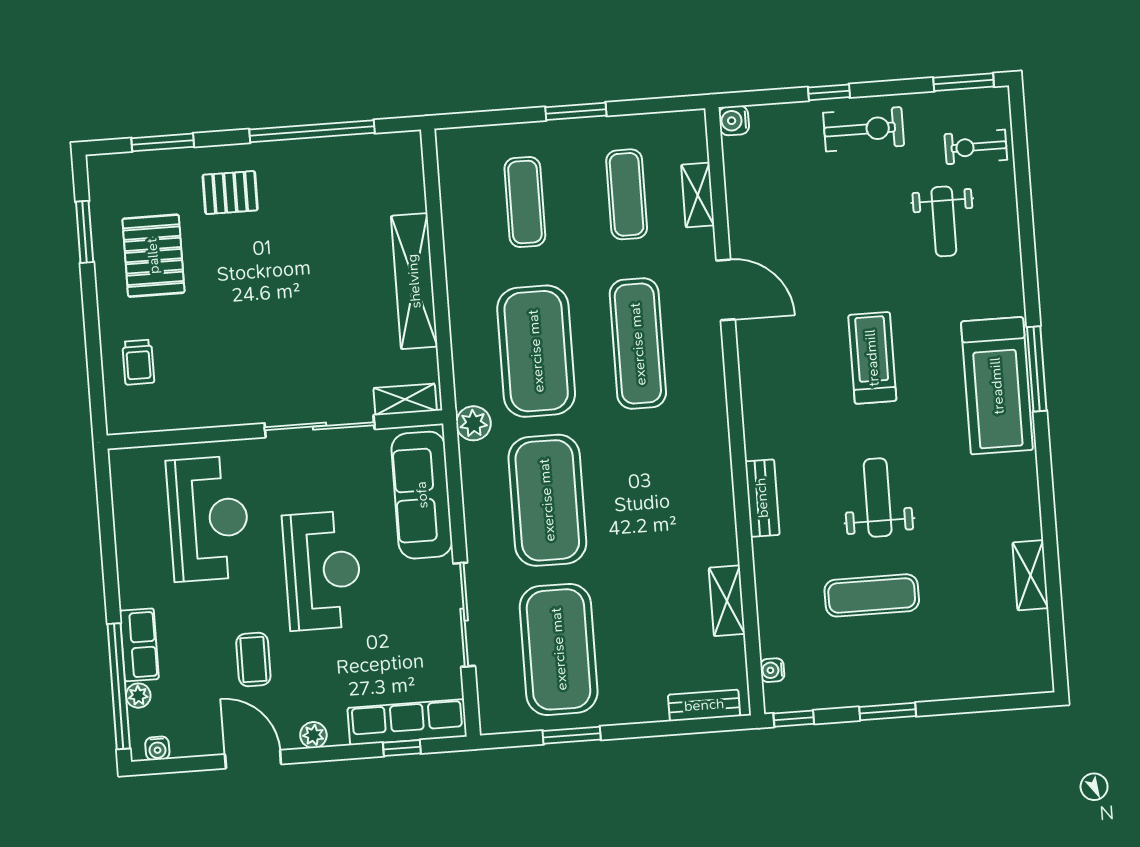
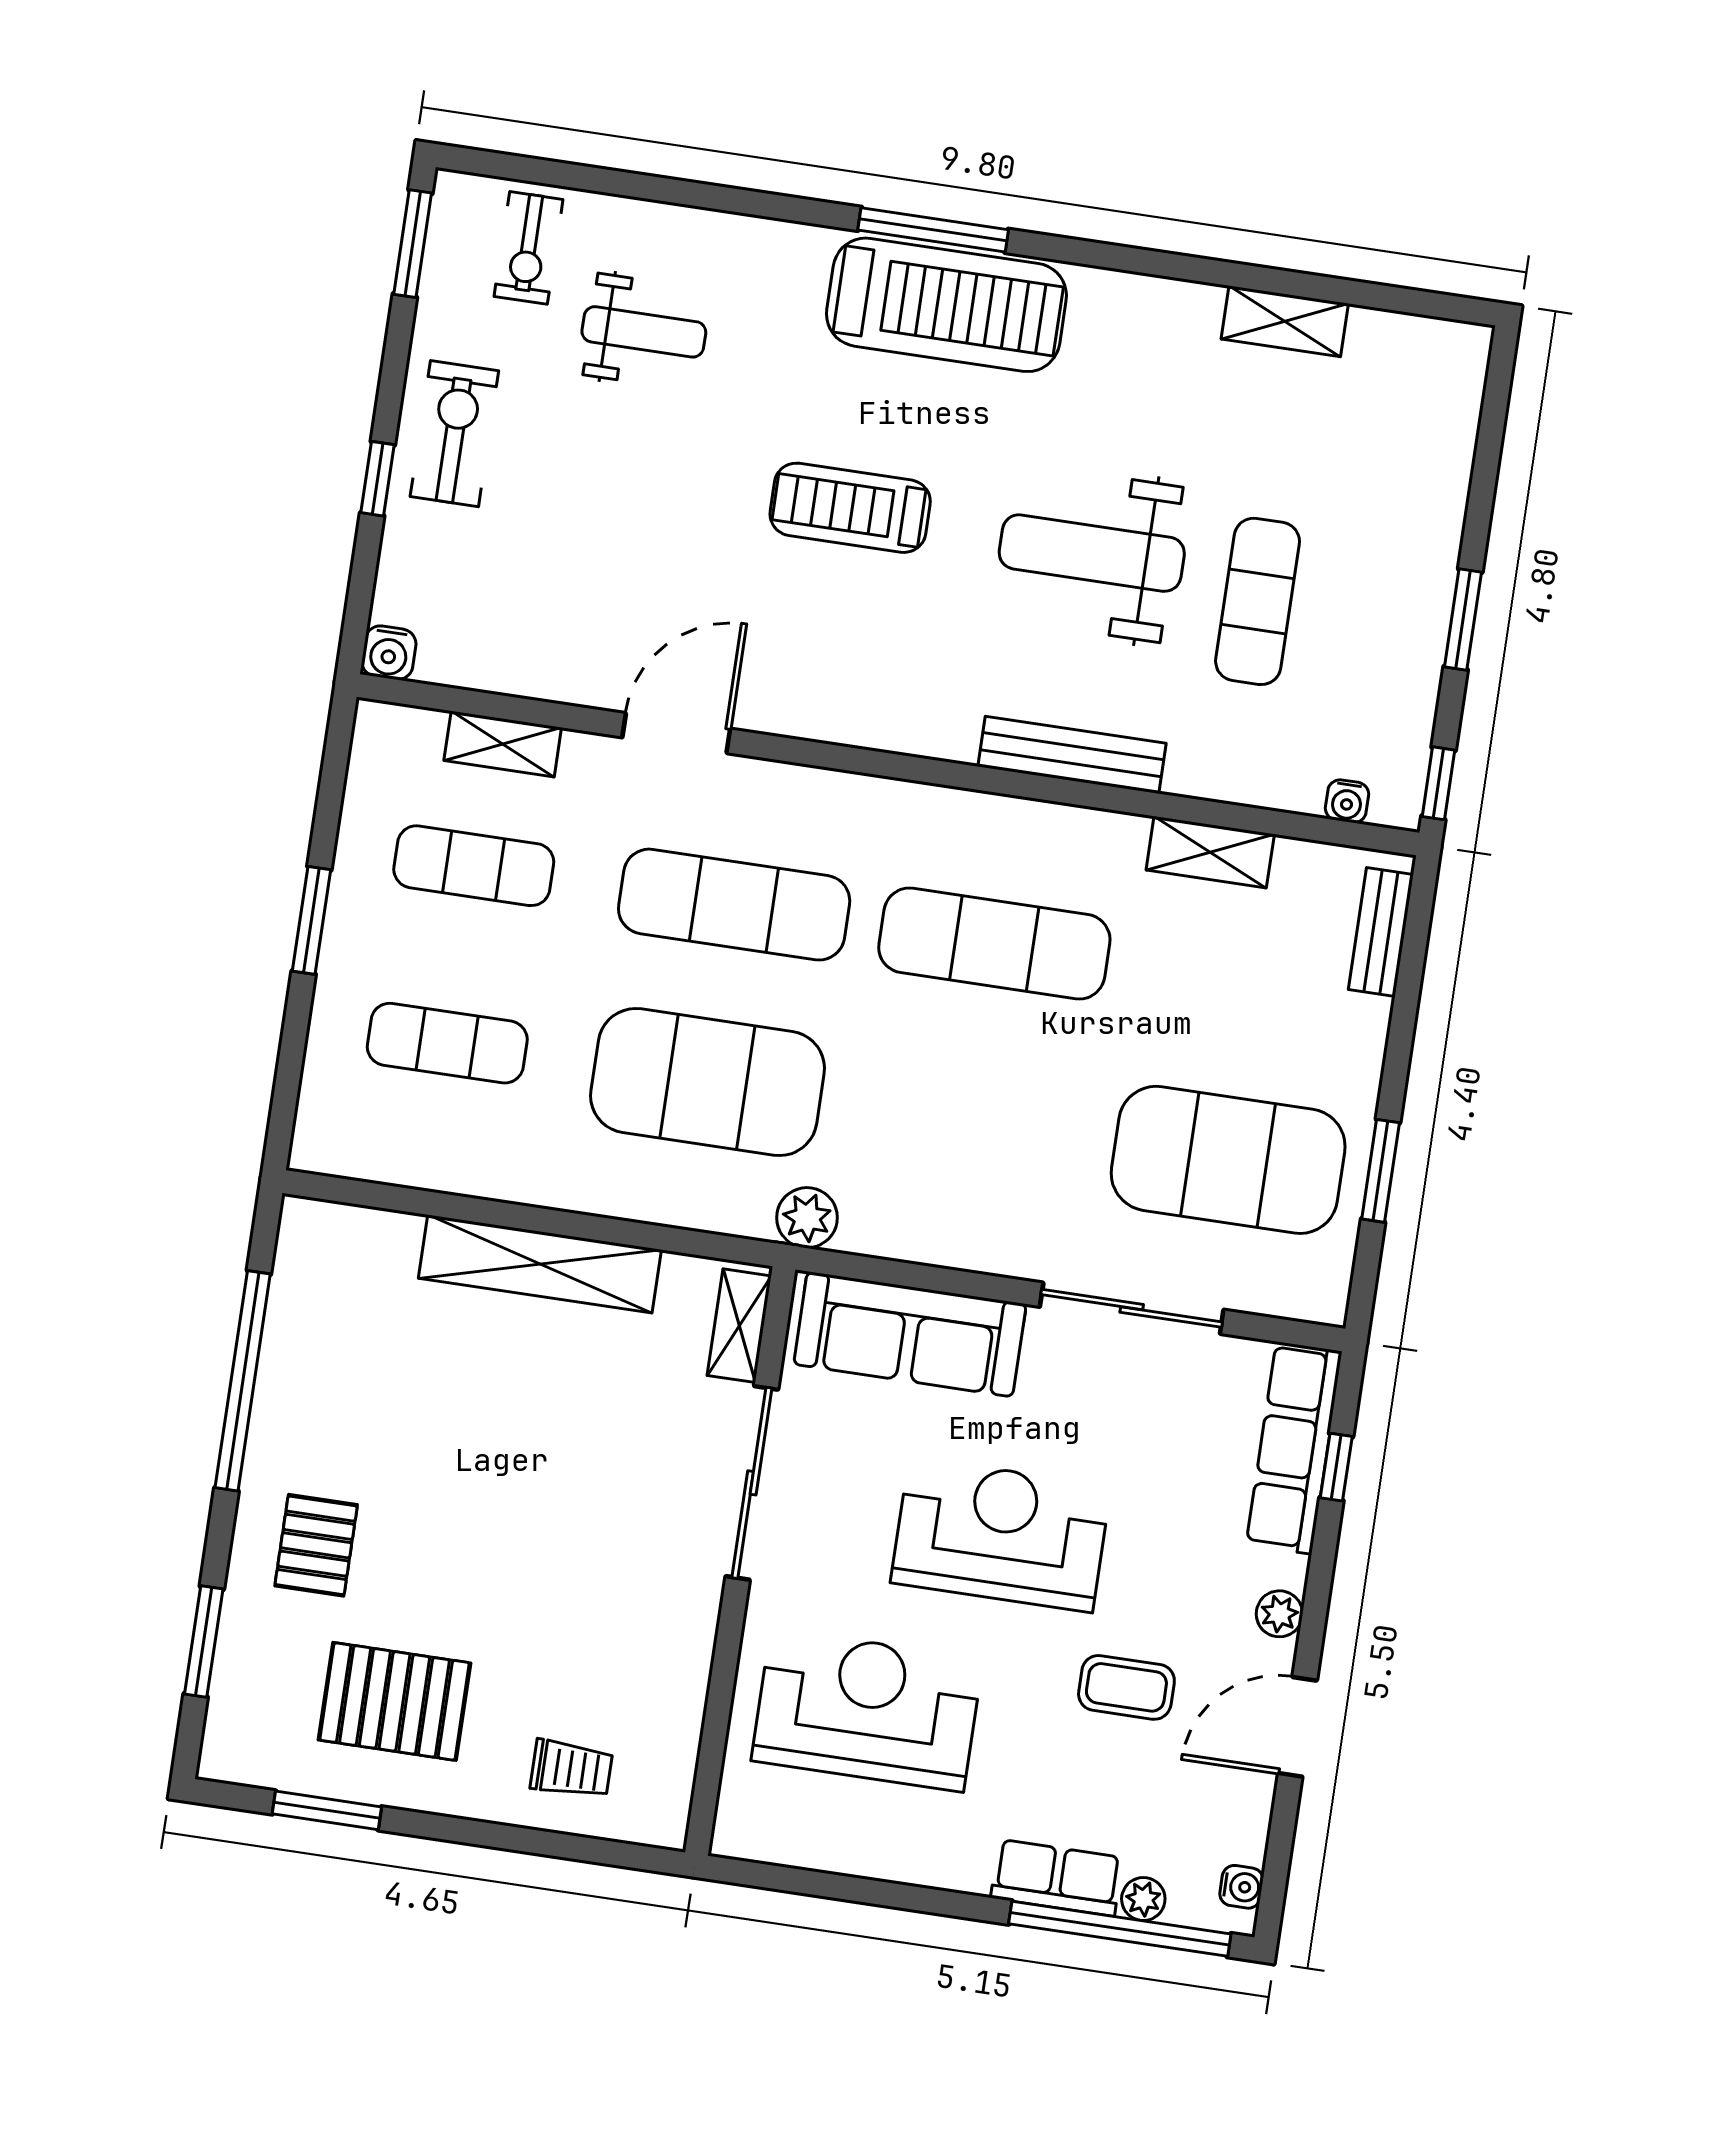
weight bench: (878, 497) -> (1092, 553), width x1.36, depth x1.33
bench: (762, 498) -> (1072, 755), width x1.36
exercise mat: (547, 500) -> (994, 943), moved, width x0.68

